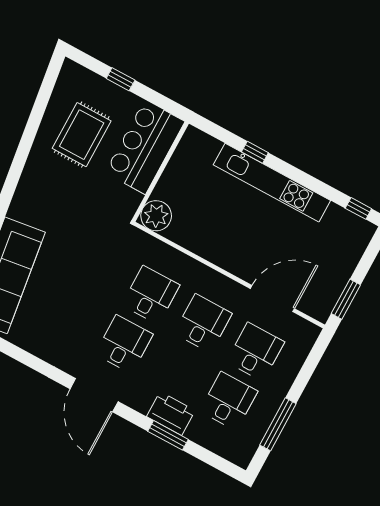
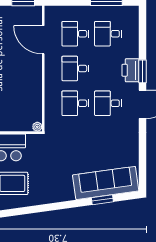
plant: (156, 216) -> (37, 127), width x0.53, depth x0.53
printer: (171, 413) -> (130, 70), moved
window: (168, 435) -> (143, 71), moved

